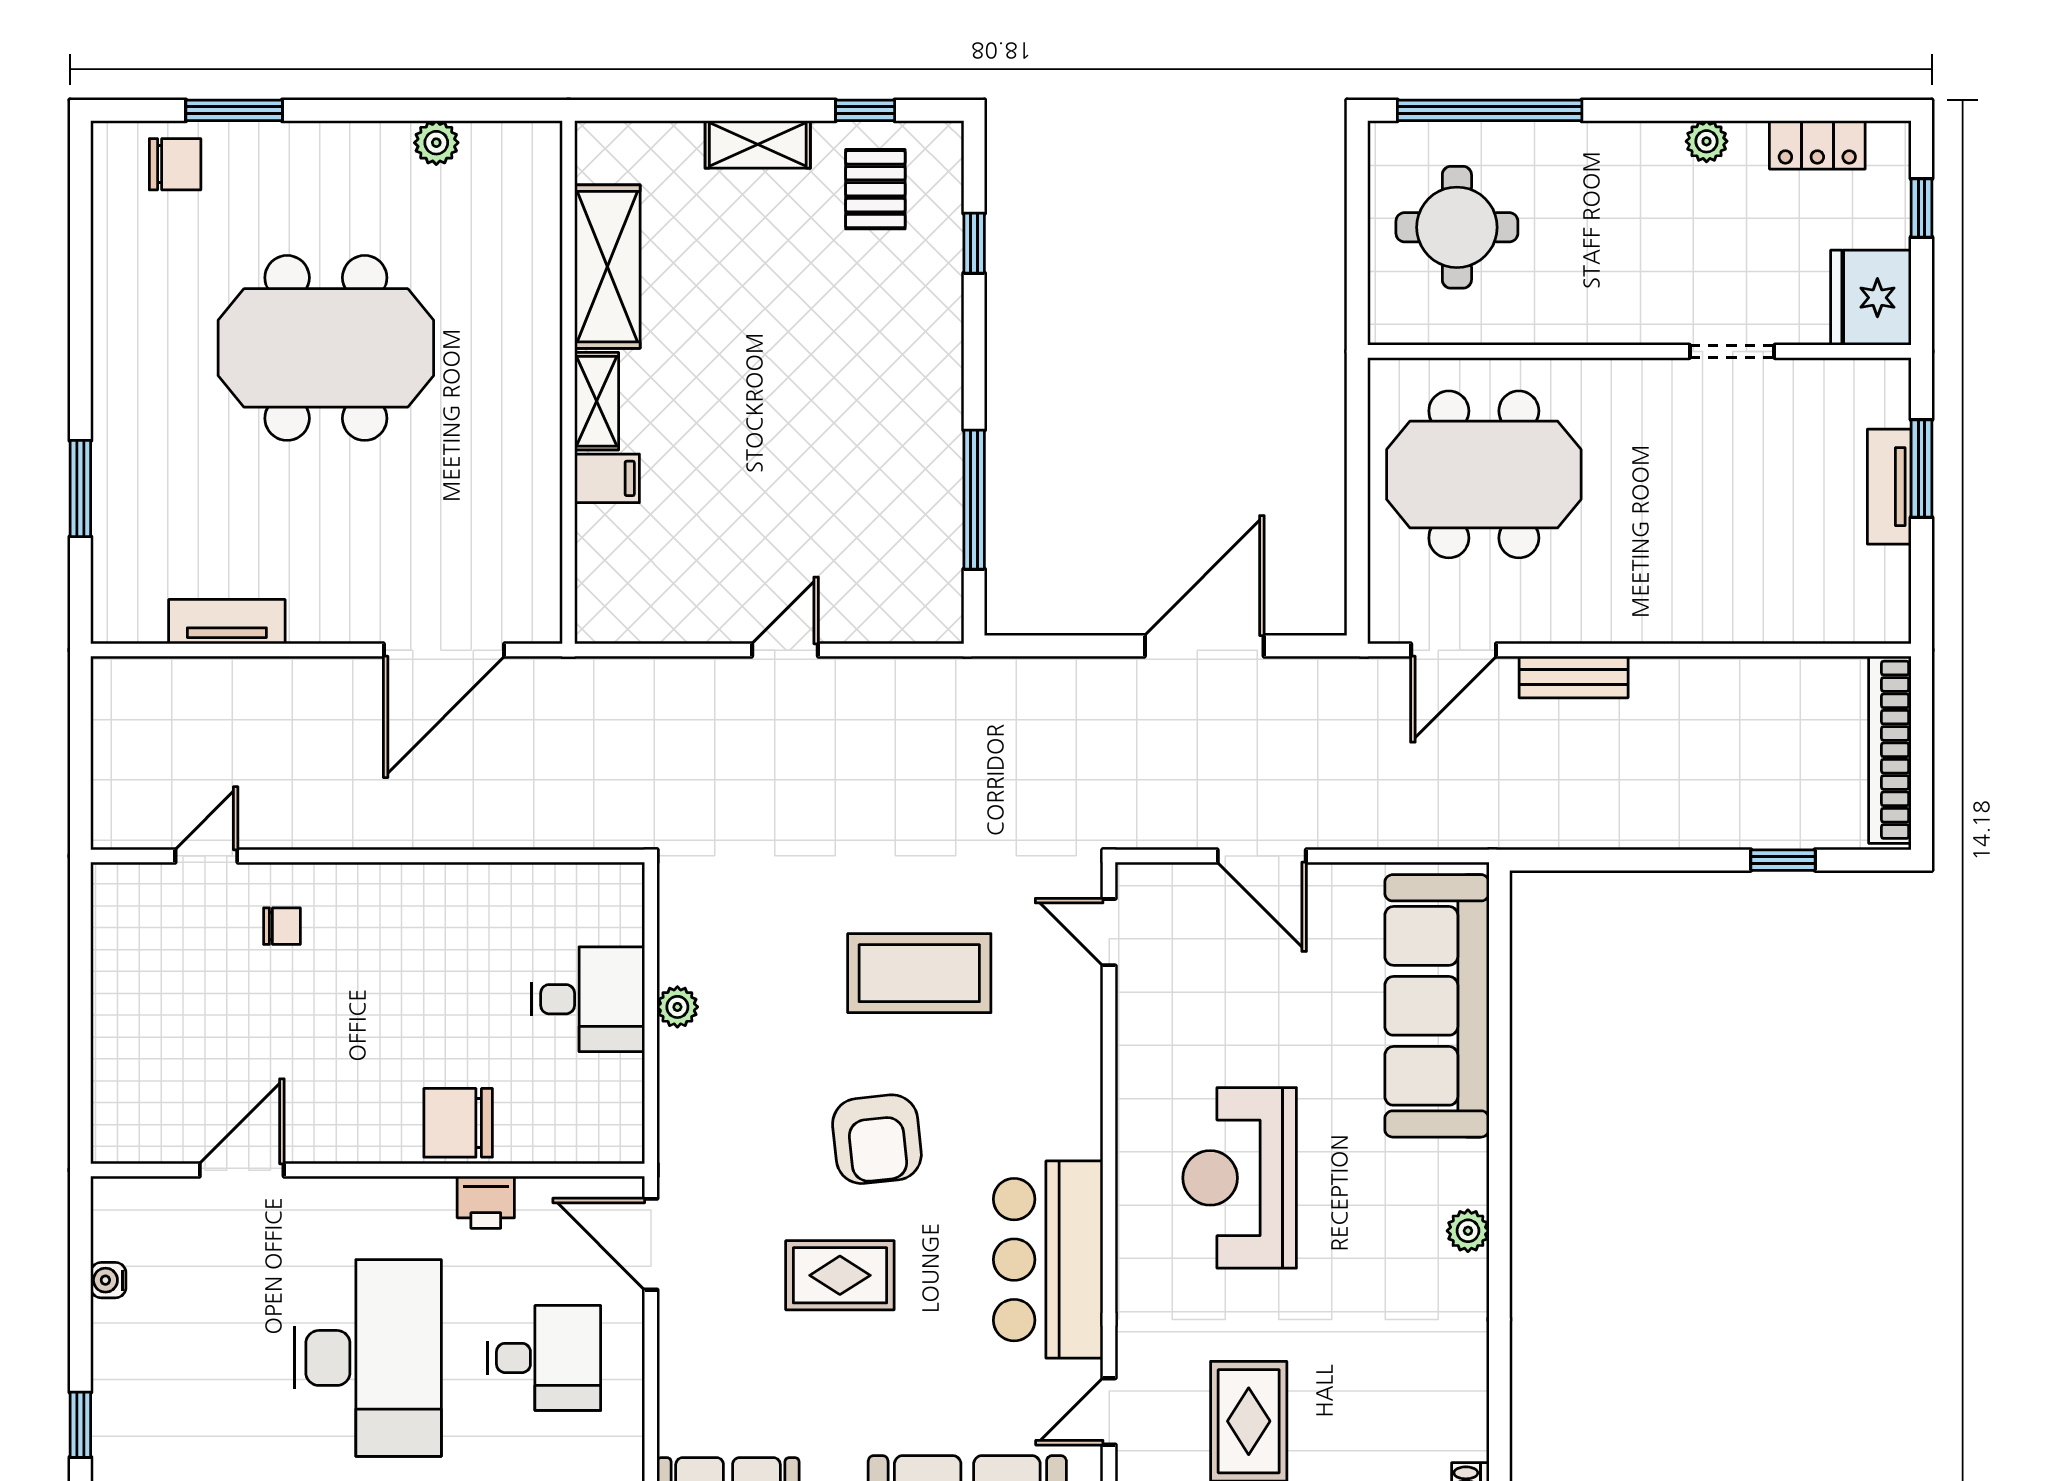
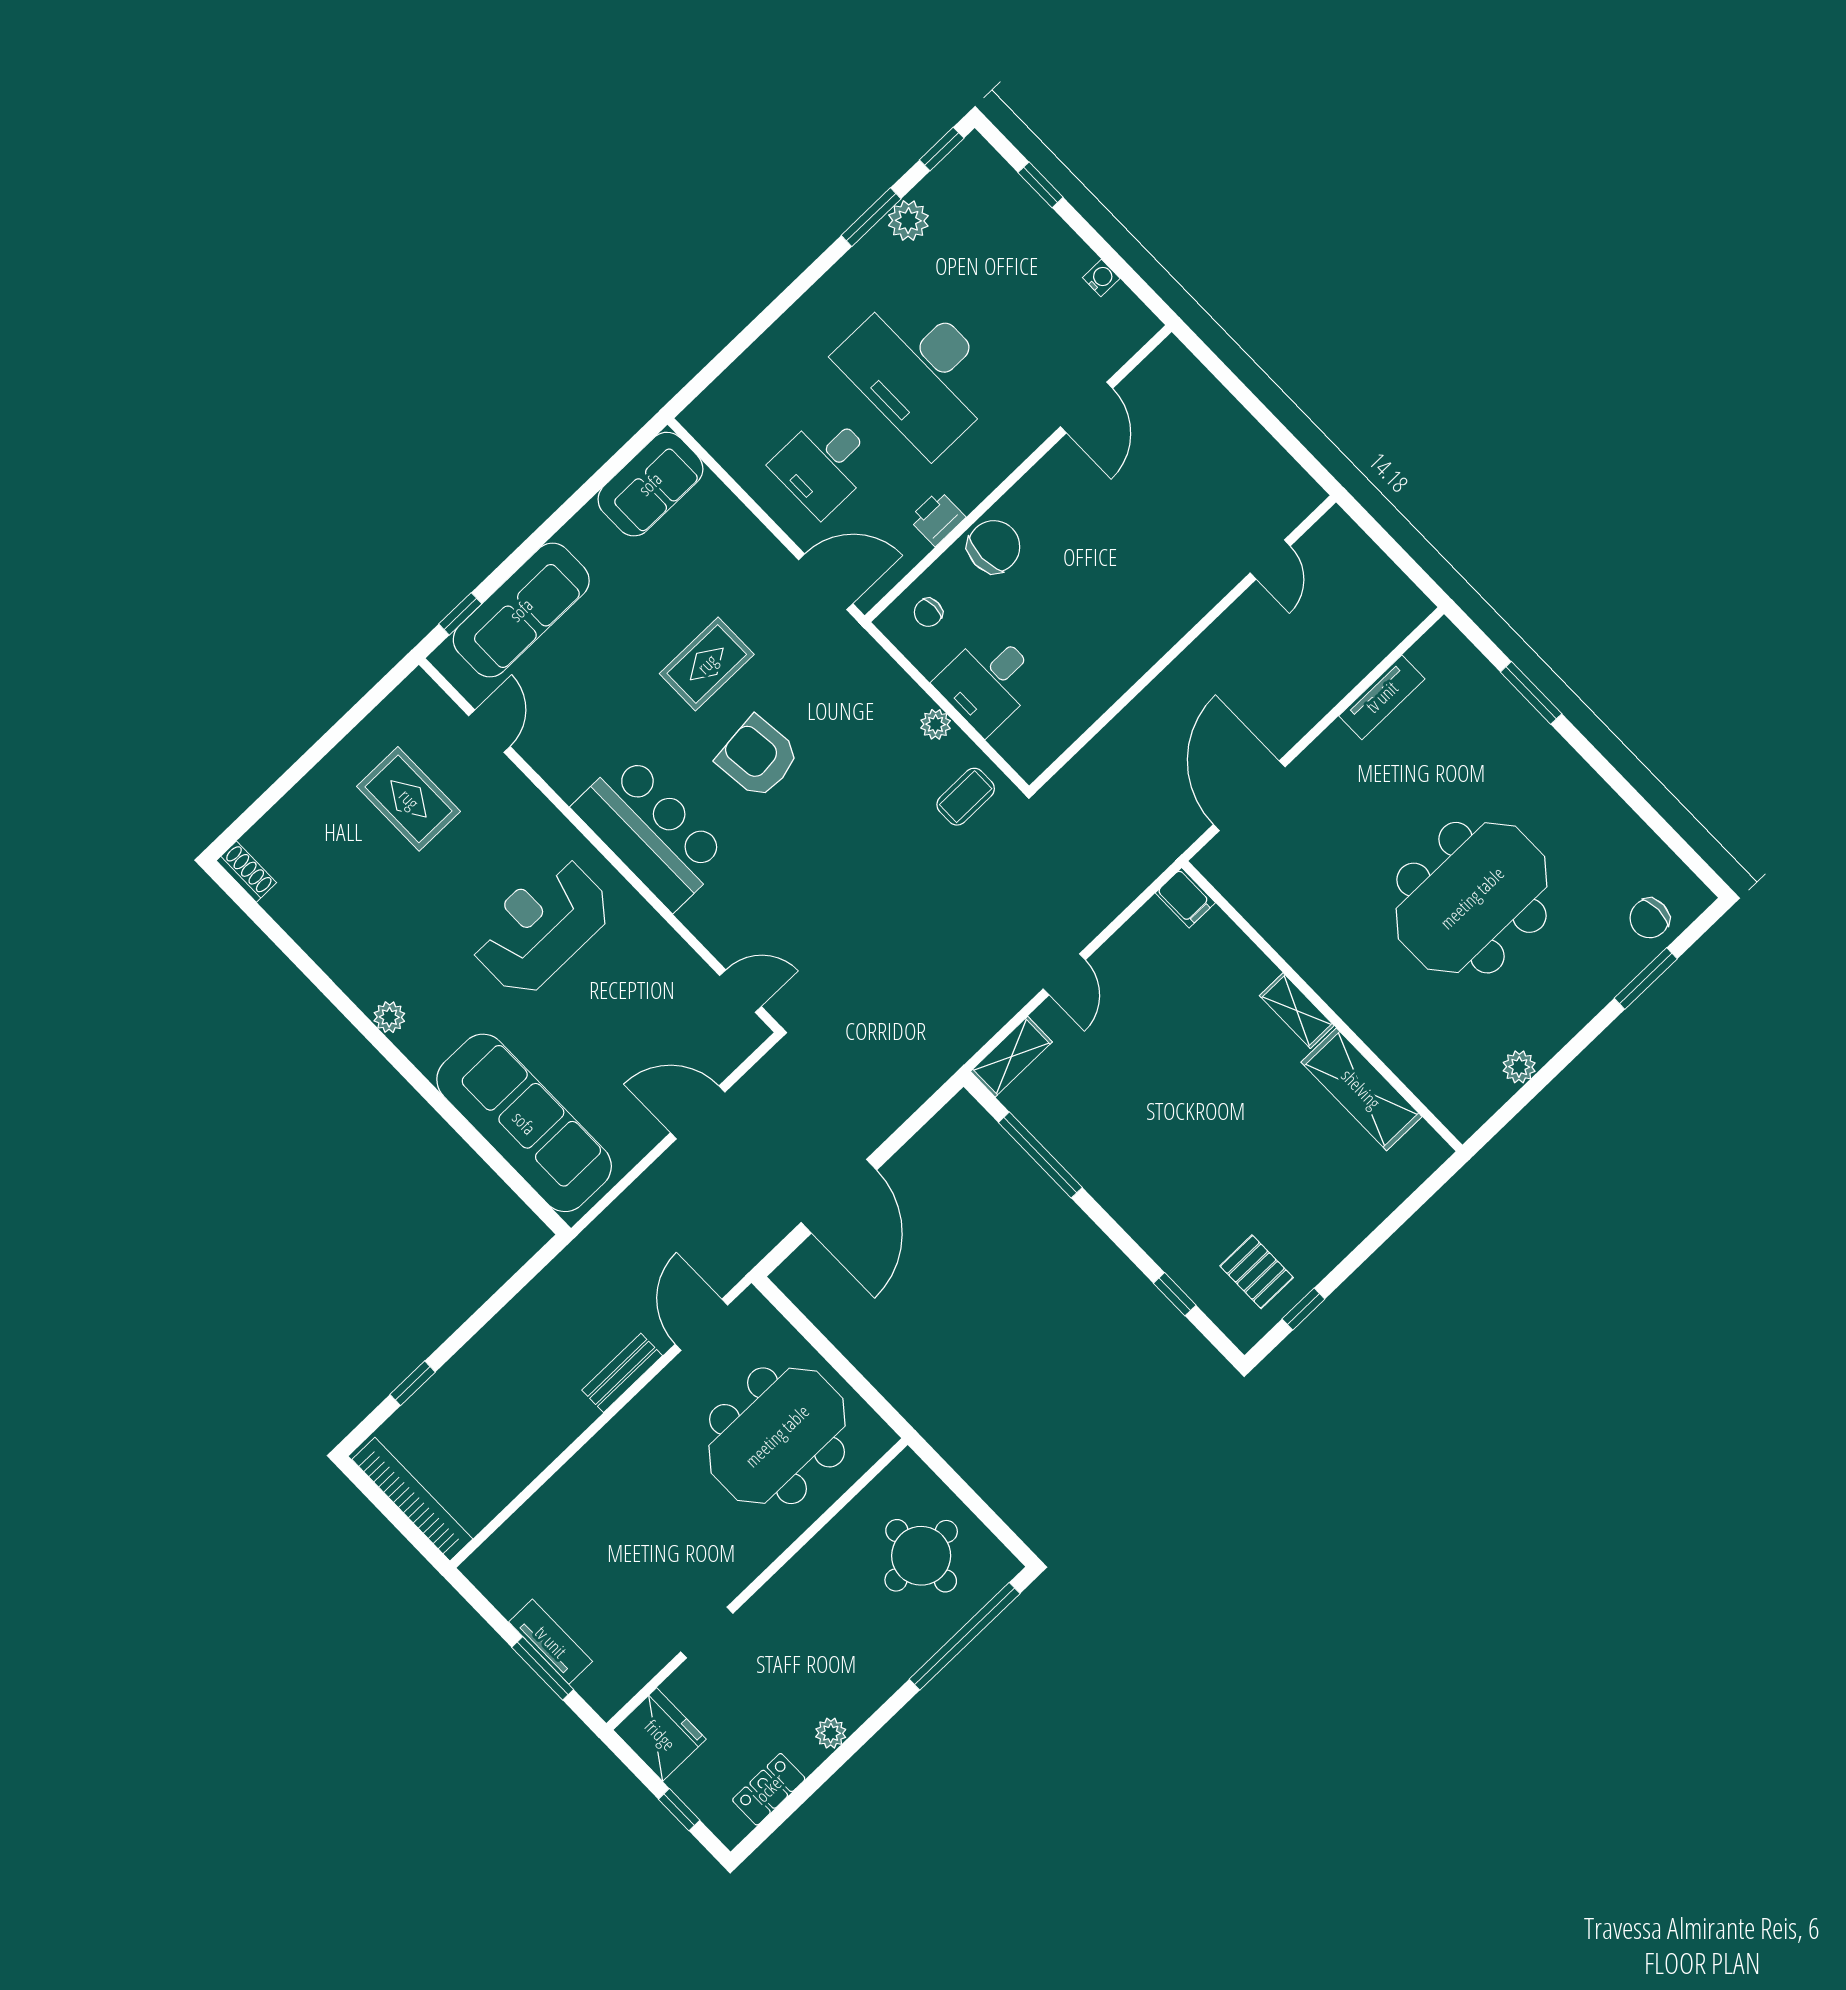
shelving: (758, 144) -> (1011, 1057), moved
filing cabinet: (607, 478) -> (1185, 898), moved, turned -90
chair: (282, 926) -> (928, 612), moved
coffee table: (919, 973) -> (966, 797), moved, width x0.54, depth x0.58
reception desk: (1240, 1178) -> (541, 926), turned -90
bar counter: (1048, 1260) -> (651, 832), moved

